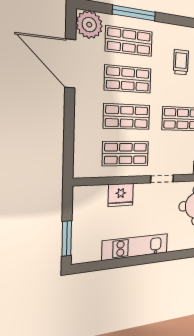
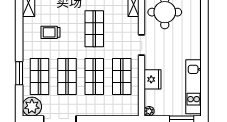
window: (134, 13) -> (19, 73), width x0.69
plant: (79, 192) -> (149, 111), added
kitchen unit: (136, 247) -> (194, 87), moved

